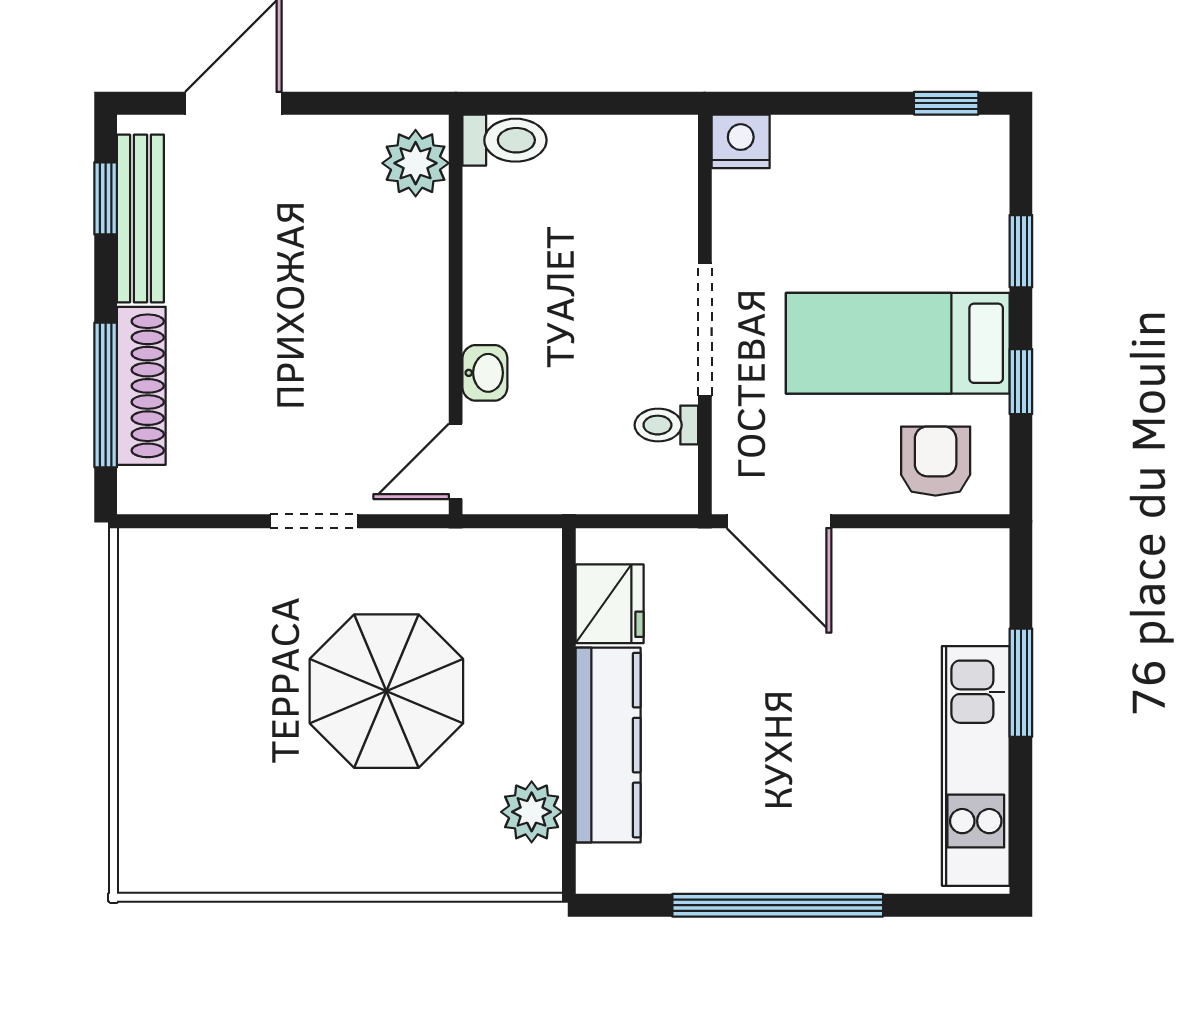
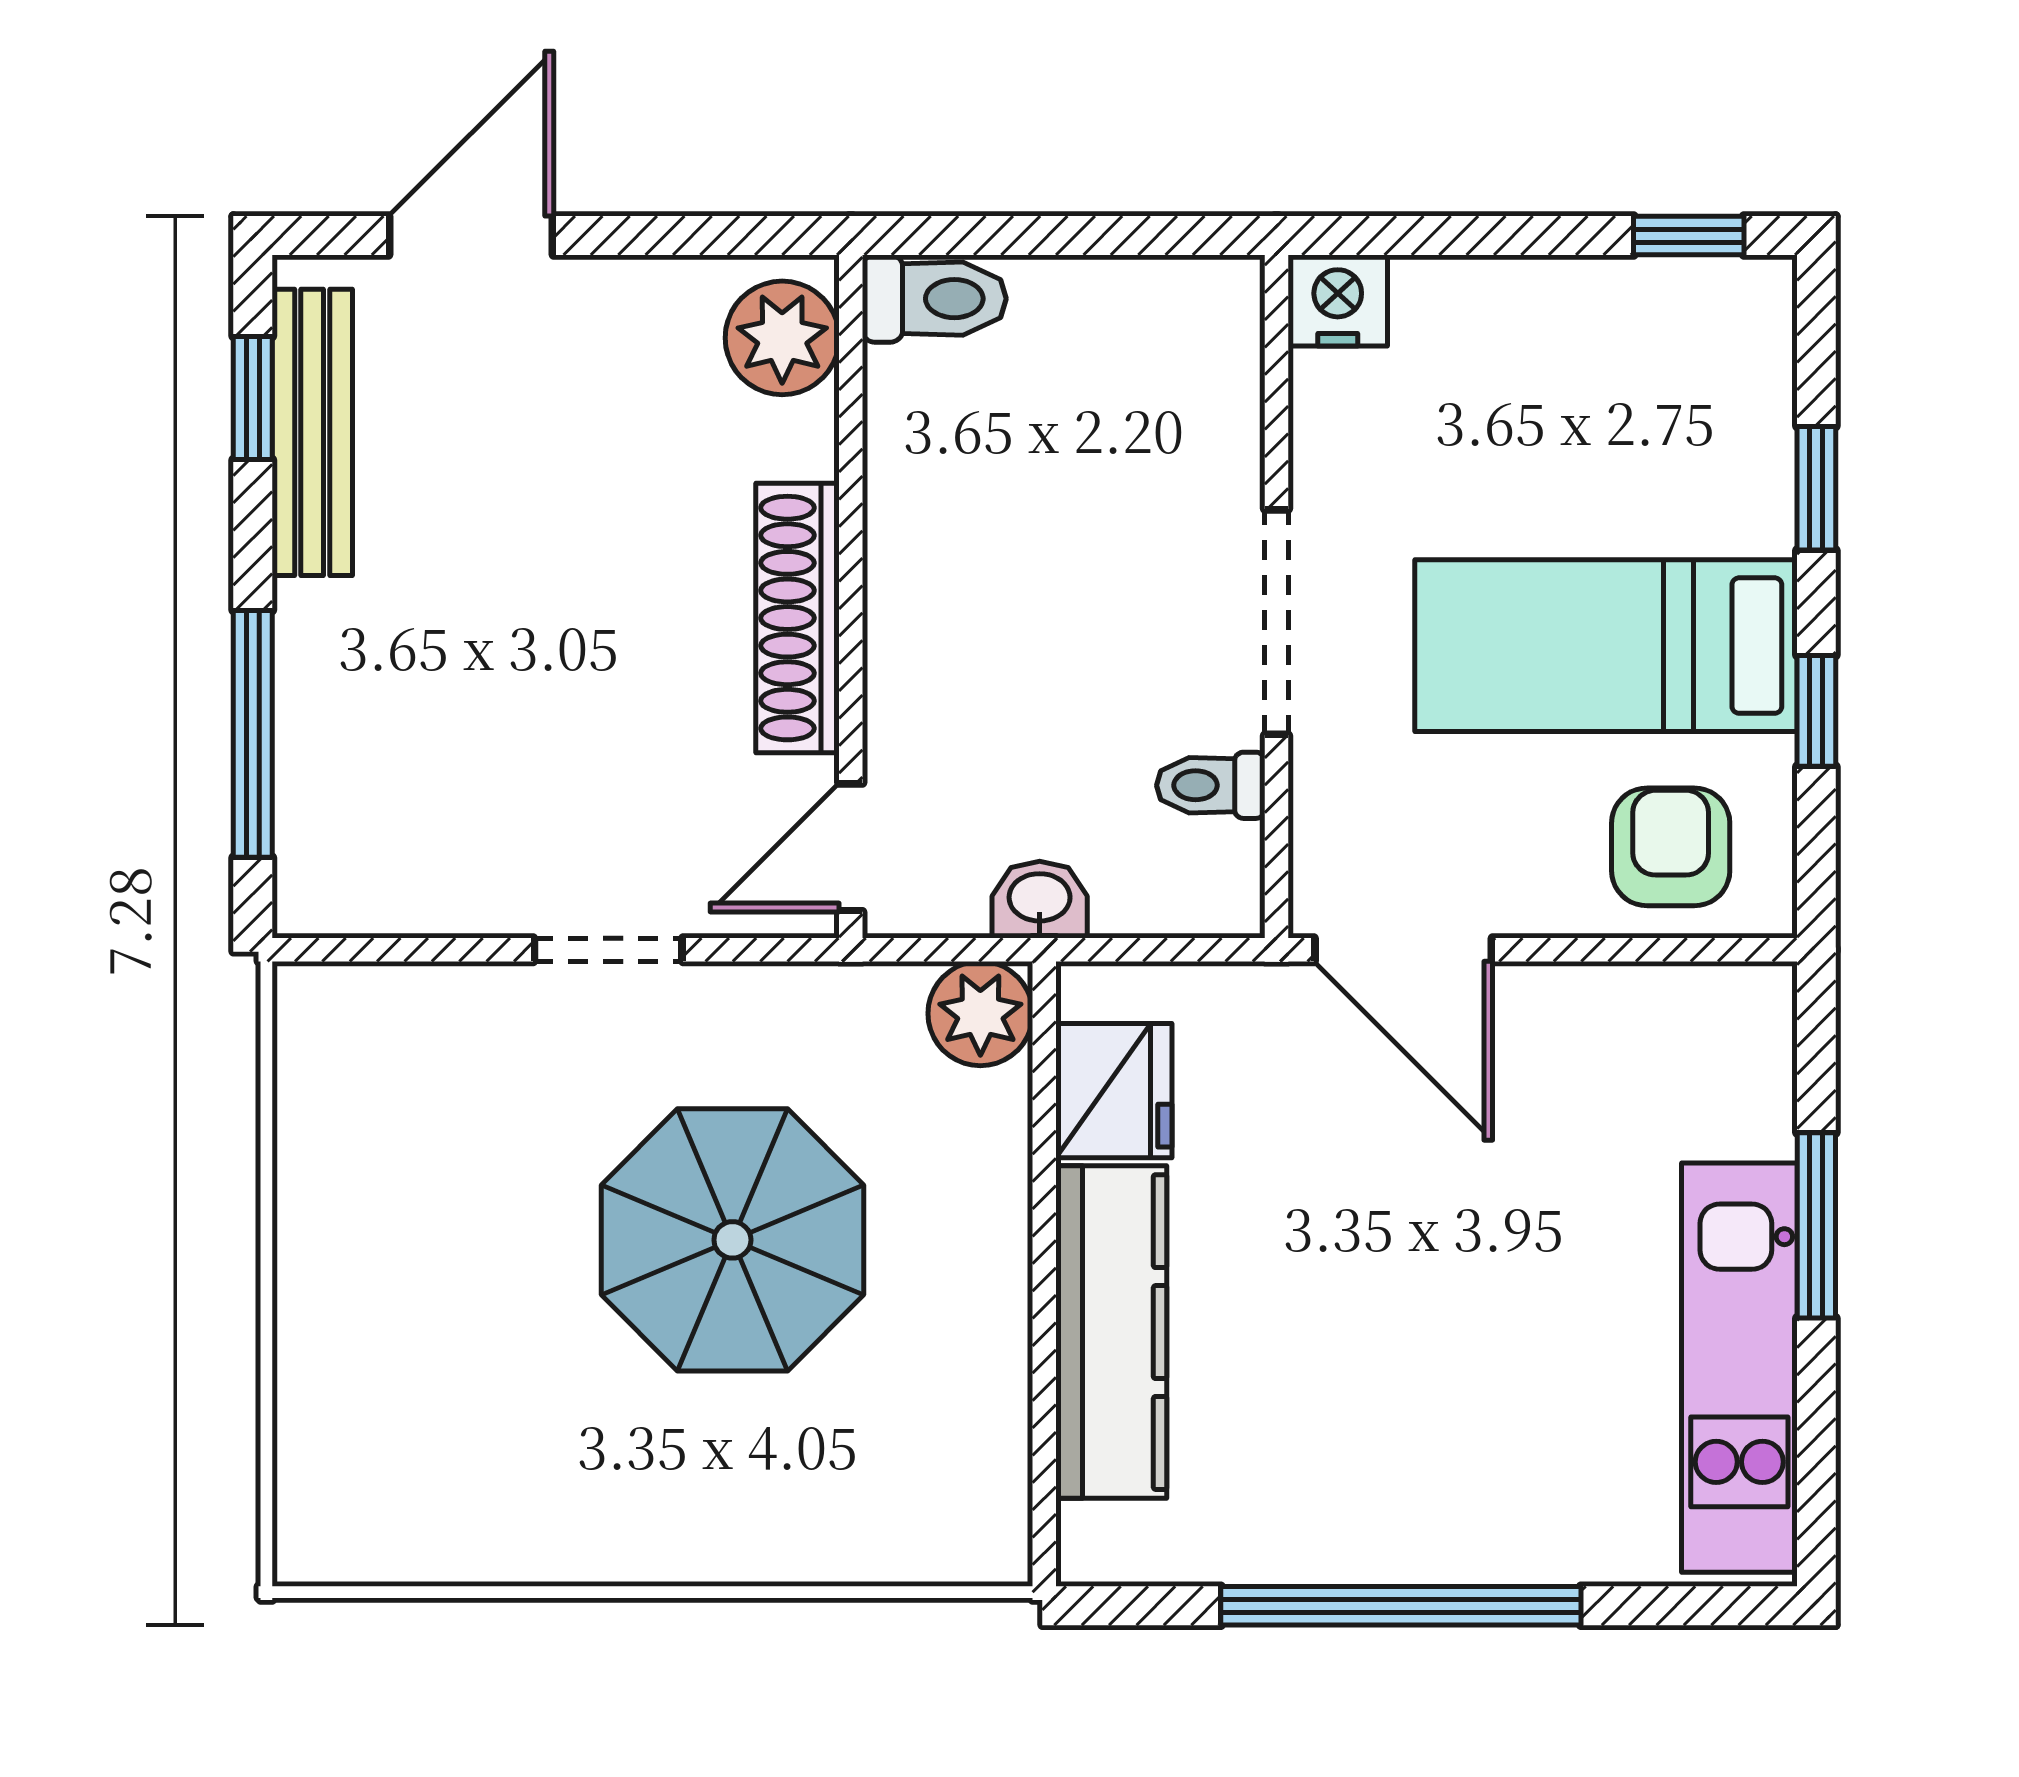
washbasin: (485, 373) -> (1040, 900), moved, turned -90
shoe rack: (141, 386) -> (797, 618), moved, turned 180
plant: (532, 812) -> (980, 1014), moved

